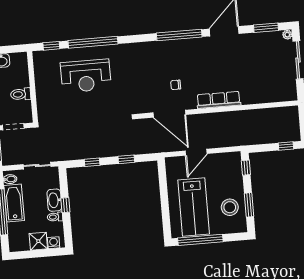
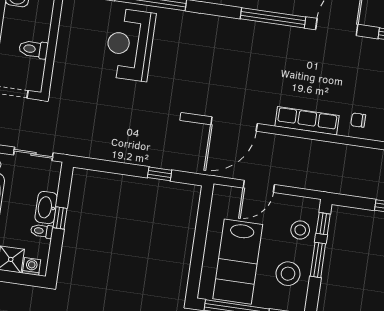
reception desk: (86, 76) -> (130, 45), turned 90
chair: (176, 85) -> (358, 120), moved
door: (169, 114) -> (234, 124), hinge flipped
window: (92, 162) -> (111, 167), removed
stool: (231, 175) -> (300, 230), added
window: (249, 205) -> (318, 260), moved

